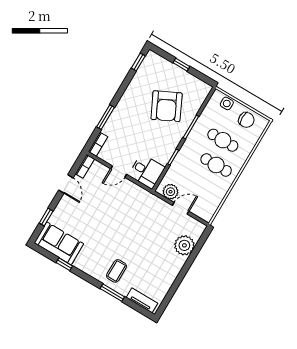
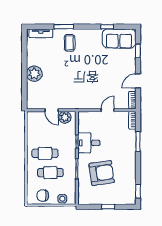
armchair: (167, 106) -> (102, 173), turned 108
desk: (147, 171) -> (89, 143), moved
door: (66, 184) -> (138, 81), hinge flipped
door: (181, 208) -> (52, 110), hinge flipped
plant: (184, 245) -> (34, 74), moved

